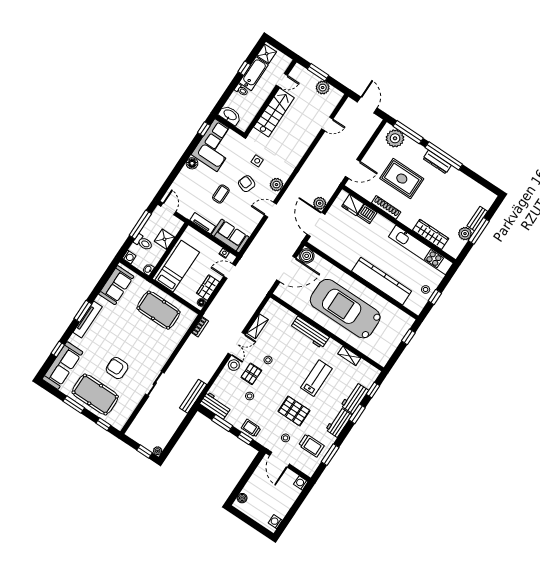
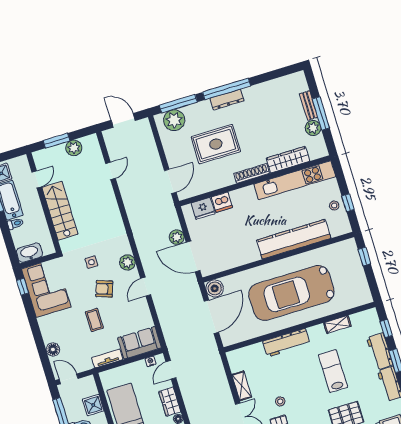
floor lamp: (192, 163) -> (53, 349), moved
shoe rack: (386, 207) -> (252, 173), moved

